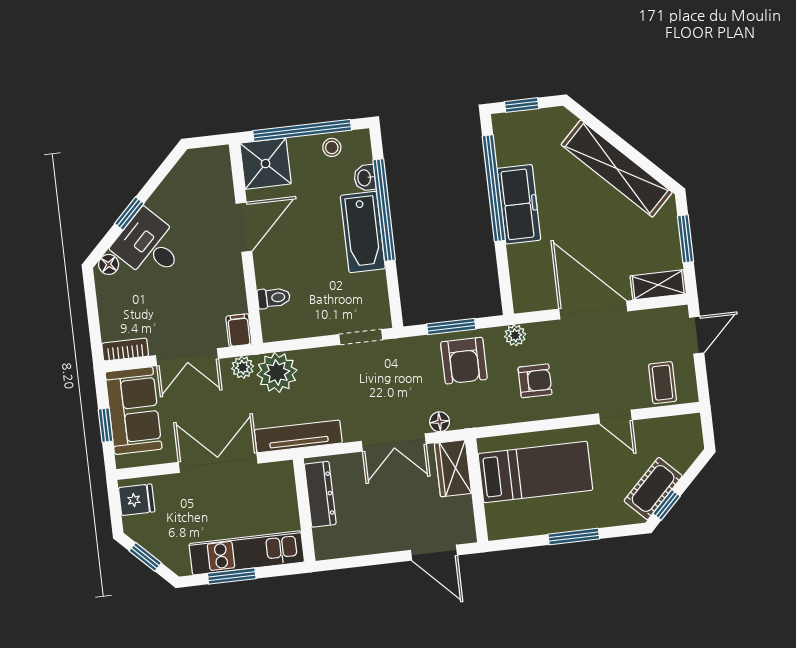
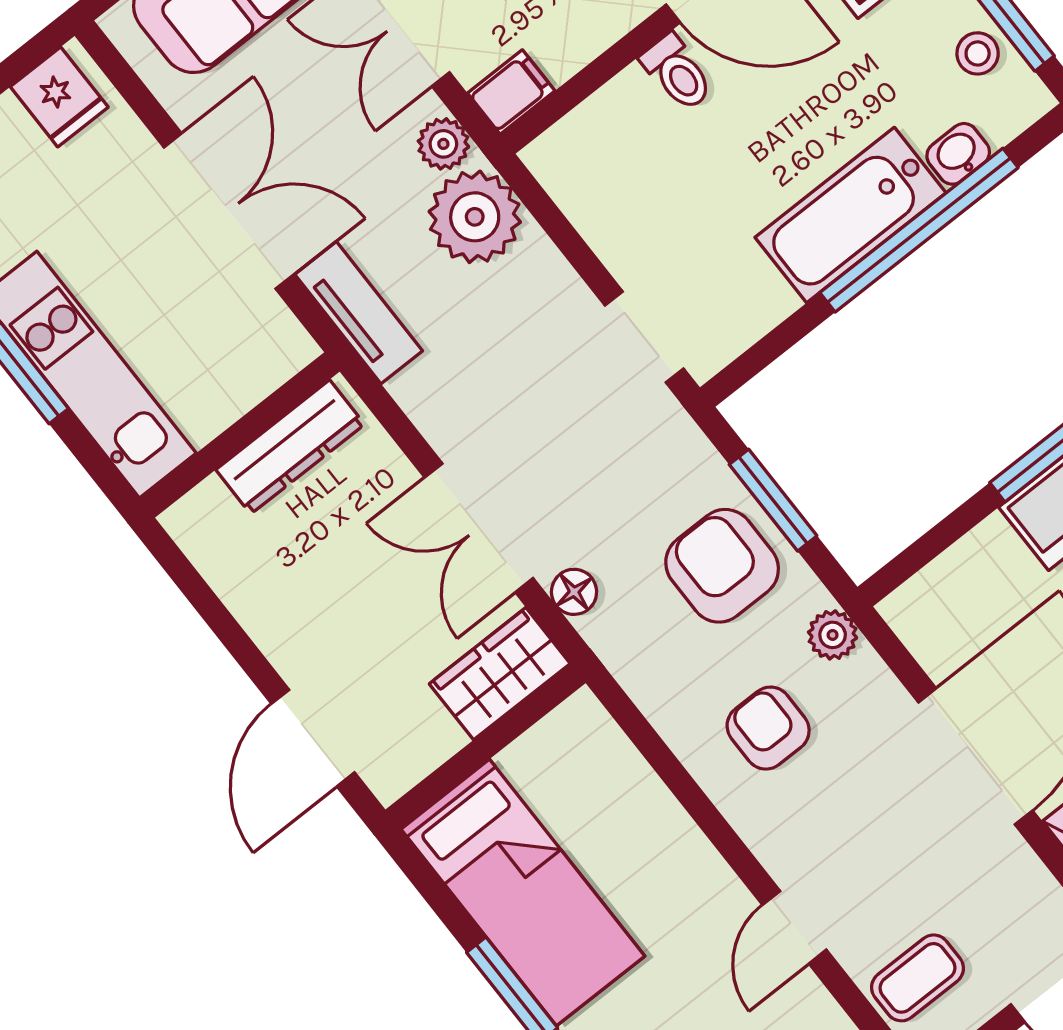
toilet: (274, 298) -> (677, 73), moved
armchair: (464, 361) -> (722, 566), turned 90
armchair: (535, 381) -> (768, 728), turned 180
tv unit: (298, 436) -> (359, 313), width x0.71
bed: (535, 472) -> (523, 893), moved

